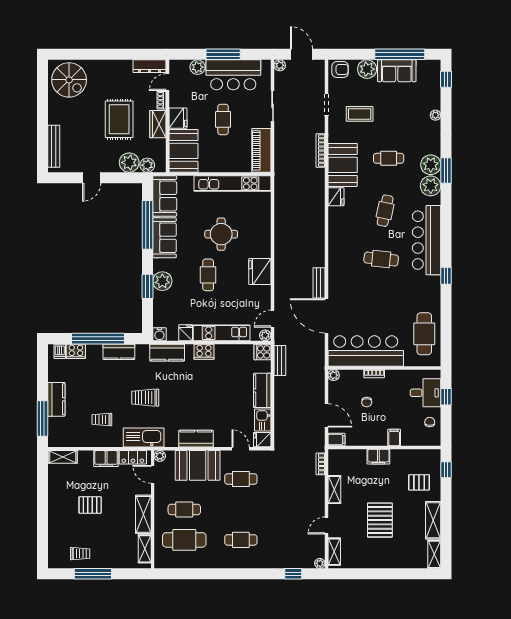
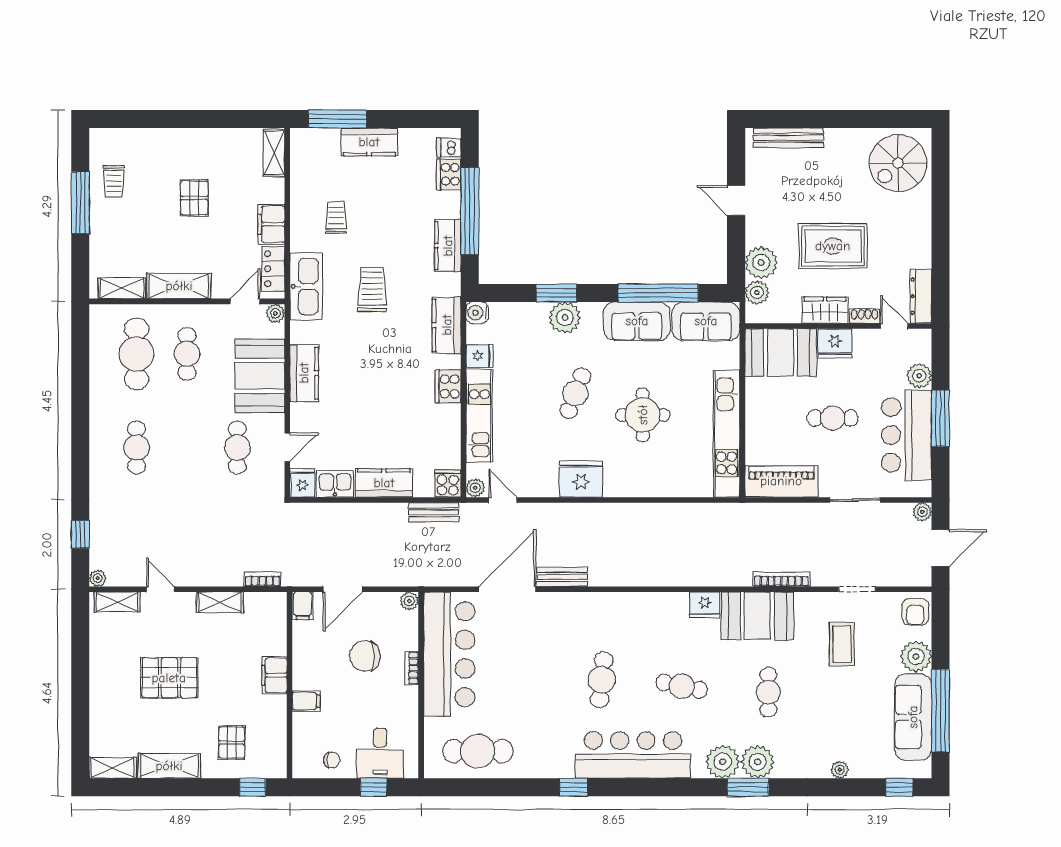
sofa: (397, 71) -> (913, 717), width x1.36
cafe table: (208, 275) -> (575, 393), turned -69
chair: (367, 402) -> (365, 656), width x1.87, depth x1.87

